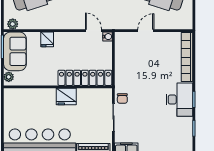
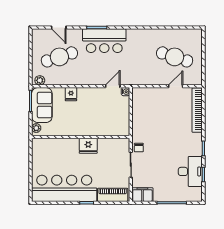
door: (93, 31) -> (113, 86), hinge flipped
door: (146, 31) -> (176, 86), moved
locker: (85, 78) -> (105, 129), removed
desk: (179, 100) -> (190, 171), moved

